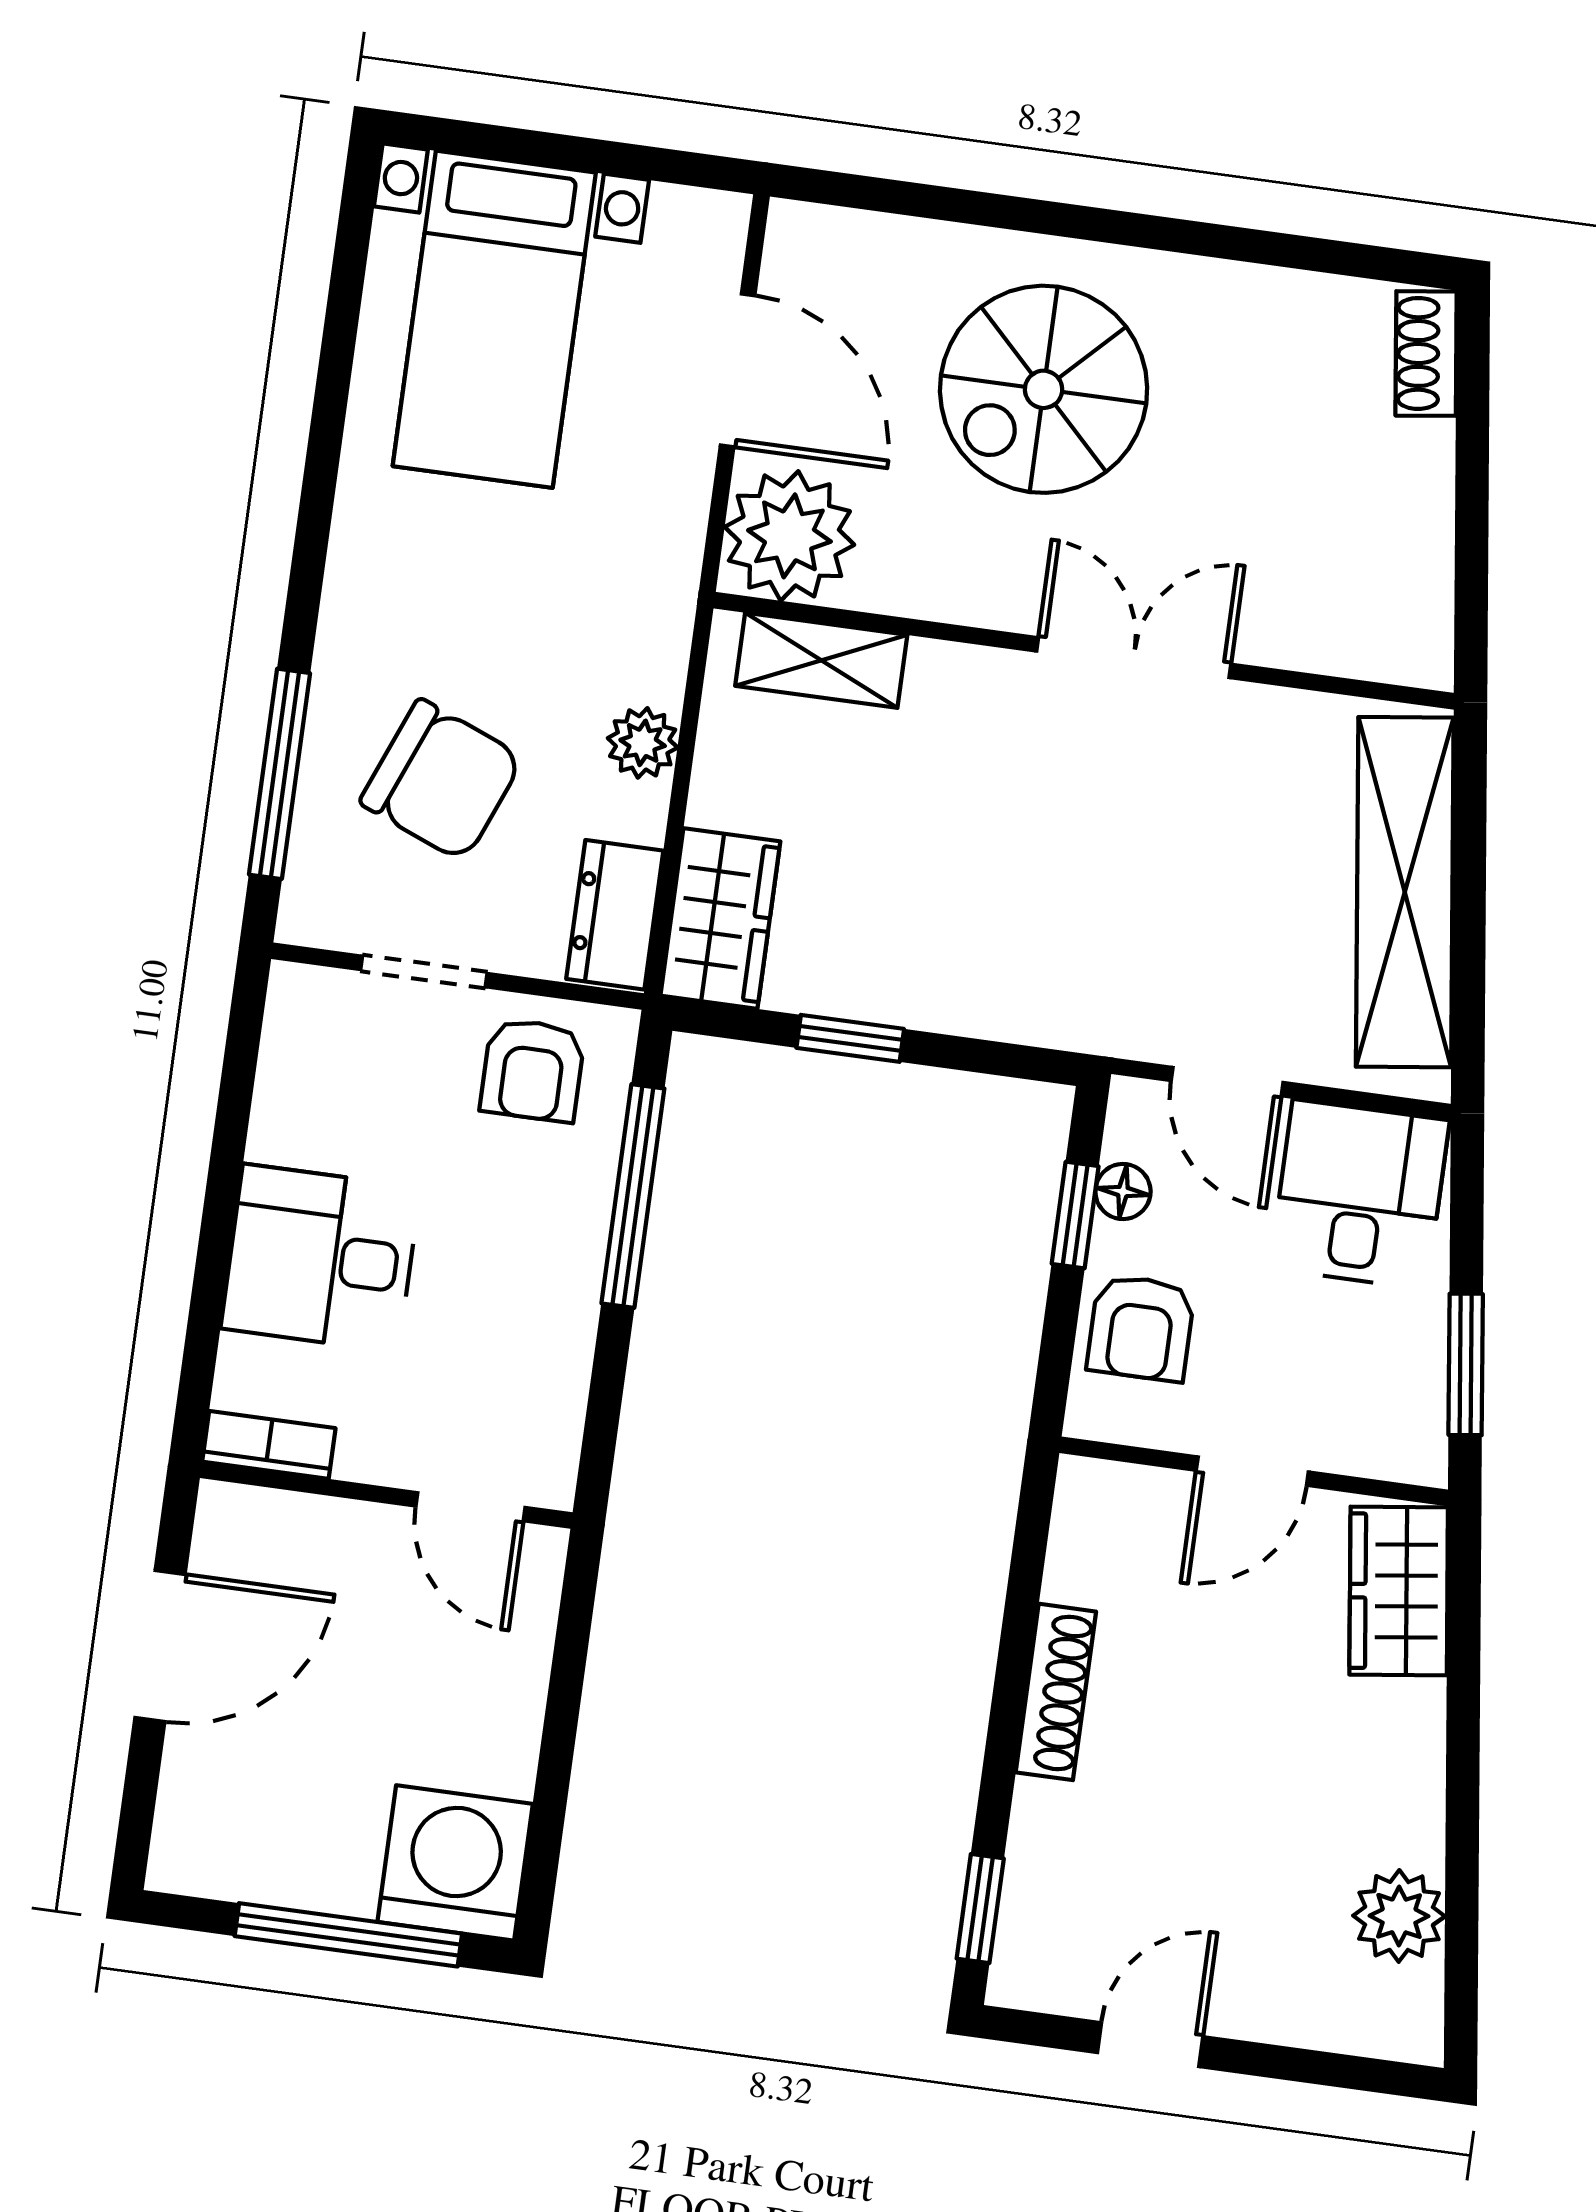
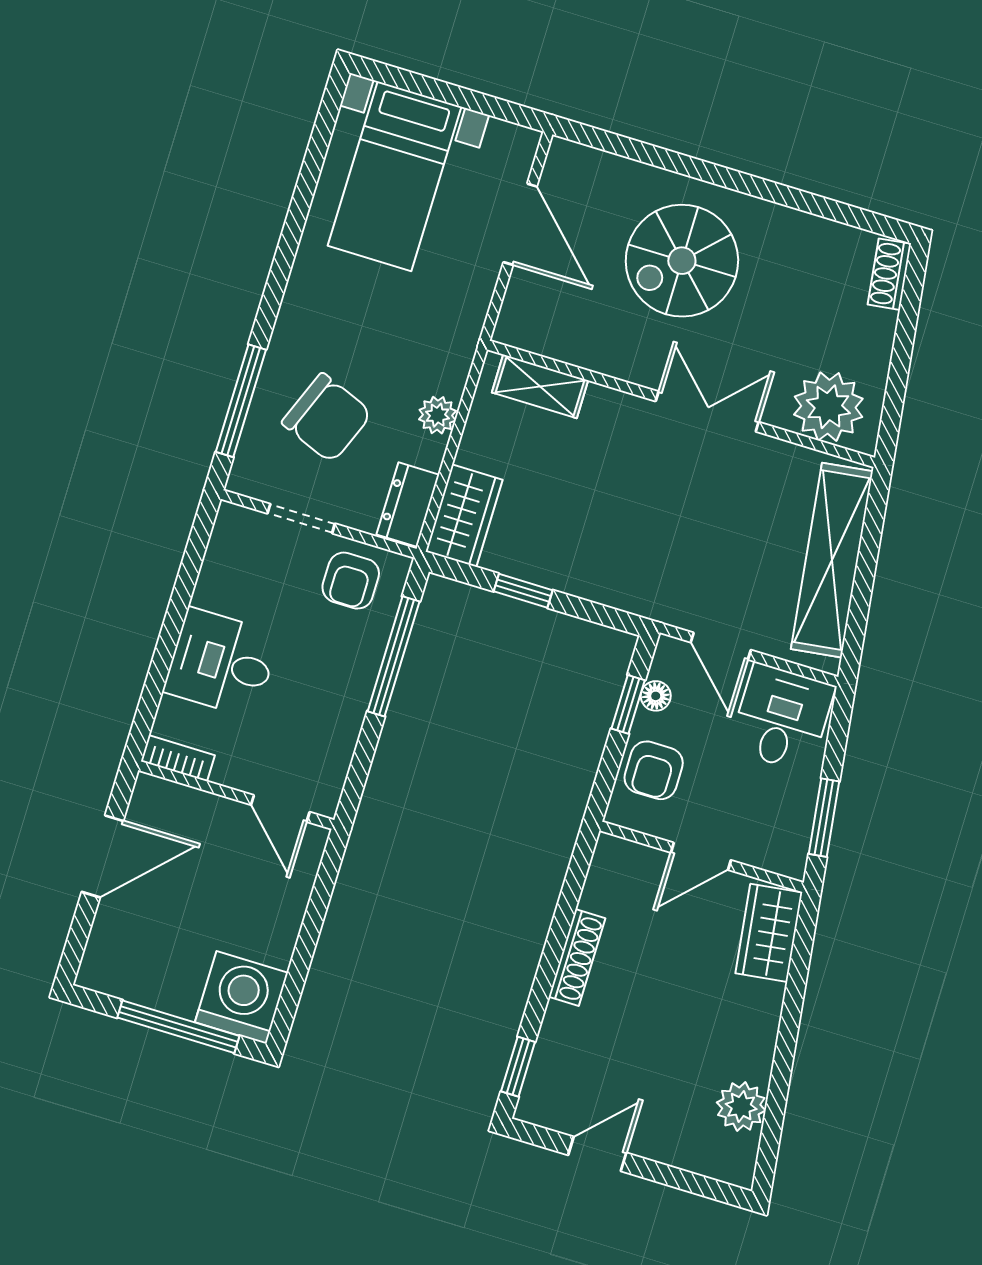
plant: (789, 536) -> (828, 407), moved

